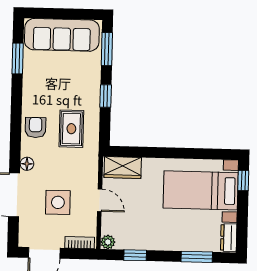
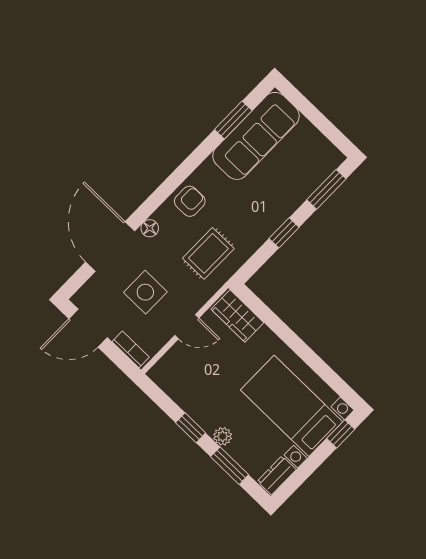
sofa: (62, 35) -> (256, 136), moved, turned -90
rug: (71, 129) -> (208, 253), moved
door: (100, 200) -> (187, 327), hinge flipped
plant: (108, 242) -> (223, 436), moved
window: (135, 255) -> (191, 428), moved

